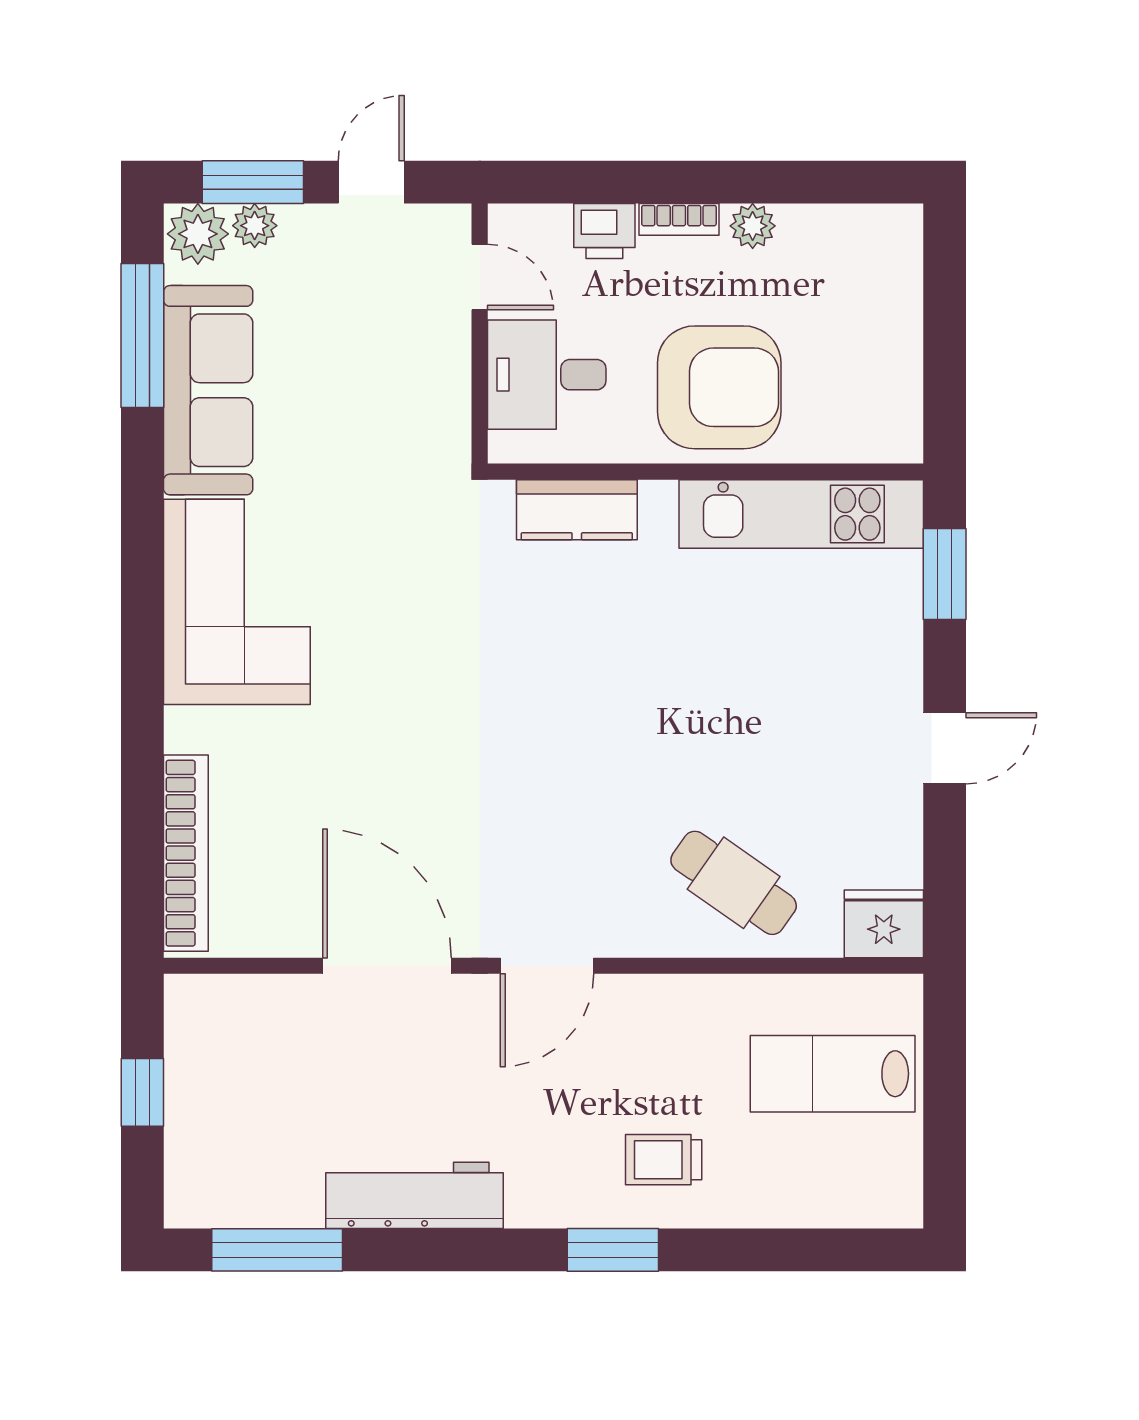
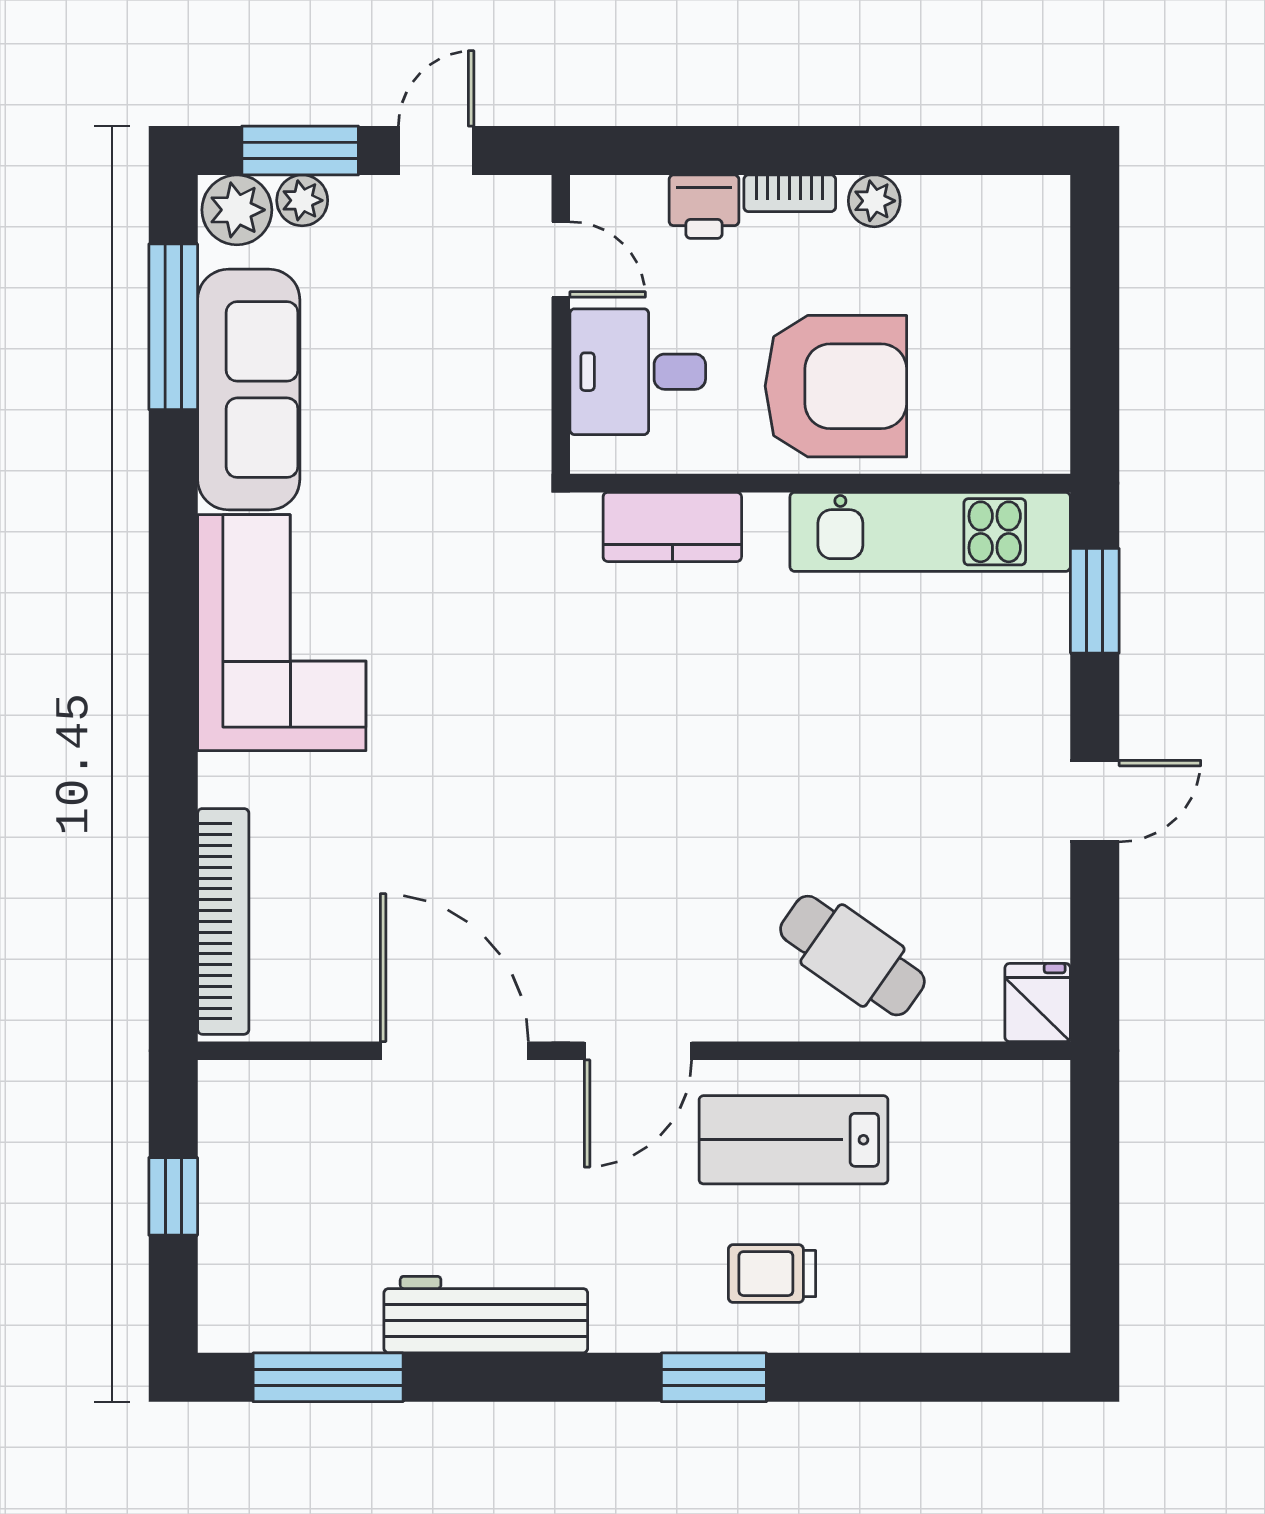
fridge: (884, 924) -> (1038, 1003), width x0.72
lab bench: (833, 1074) -> (793, 1140), moved

